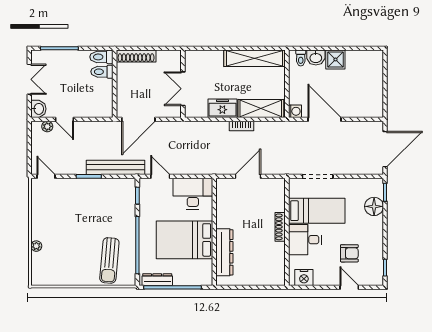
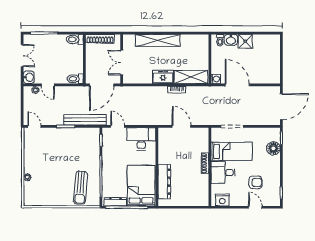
shelving: (255, 58) -> (158, 40), moved
toilet: (102, 72) -> (75, 79), moved
wall: (183, 84) -> (122, 59), moved
double door: (183, 89) -> (122, 63), moved
door: (248, 176) -> (182, 126), hinge flipped
bed: (184, 240) -> (141, 186), moved, turned 90

